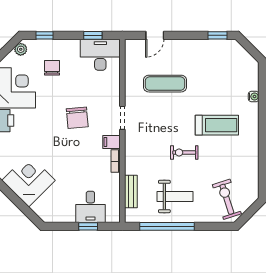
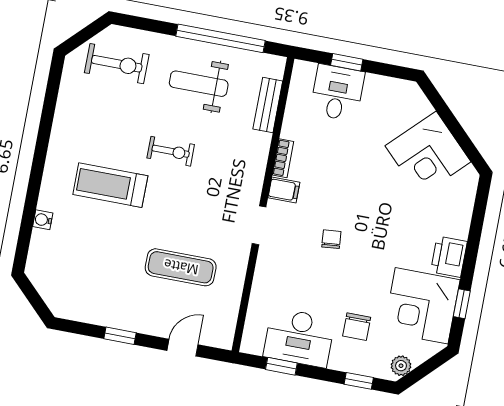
window: (217, 35) -> (120, 336), moved
desk: (100, 55) -> (299, 338), moved
chair: (77, 118) -> (331, 239), width x0.54, depth x0.54
exercise bike: (227, 199) -> (117, 64), turned -72

